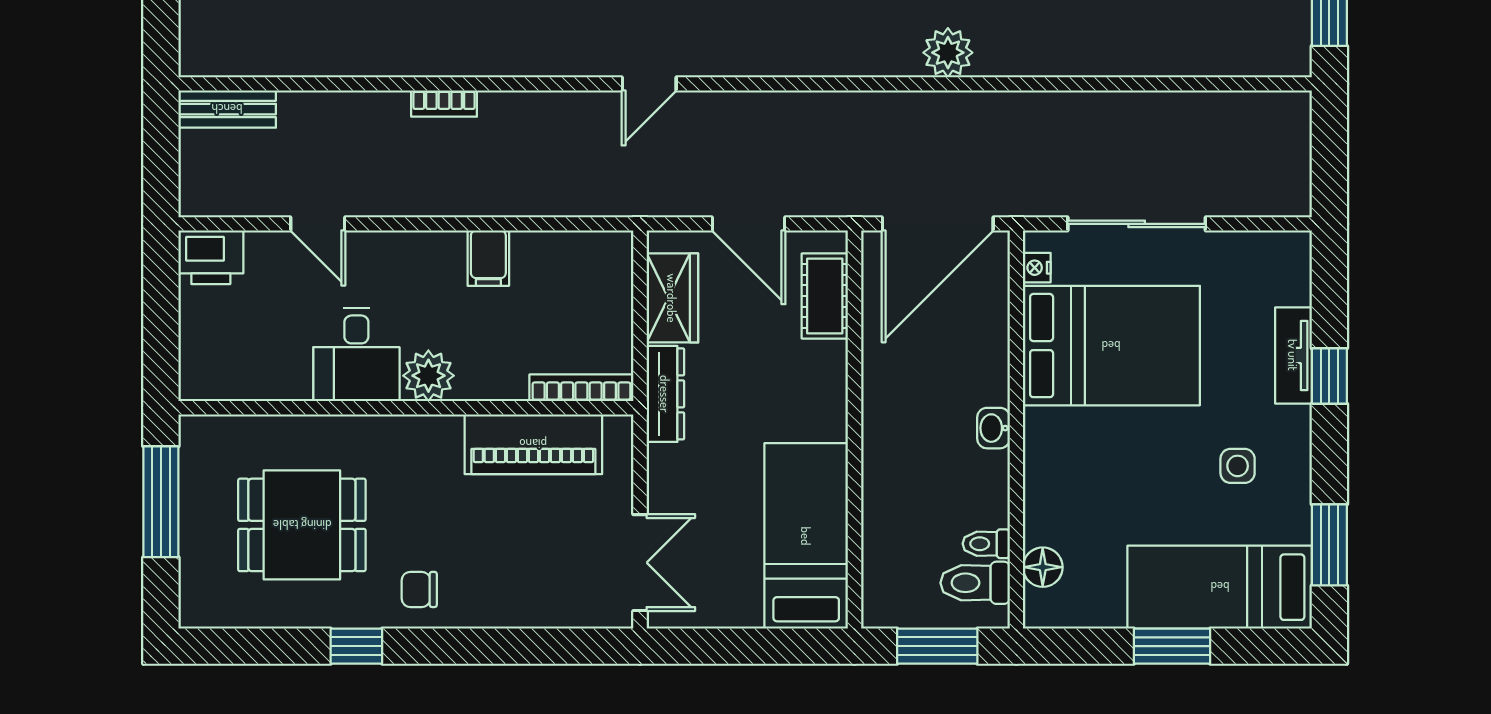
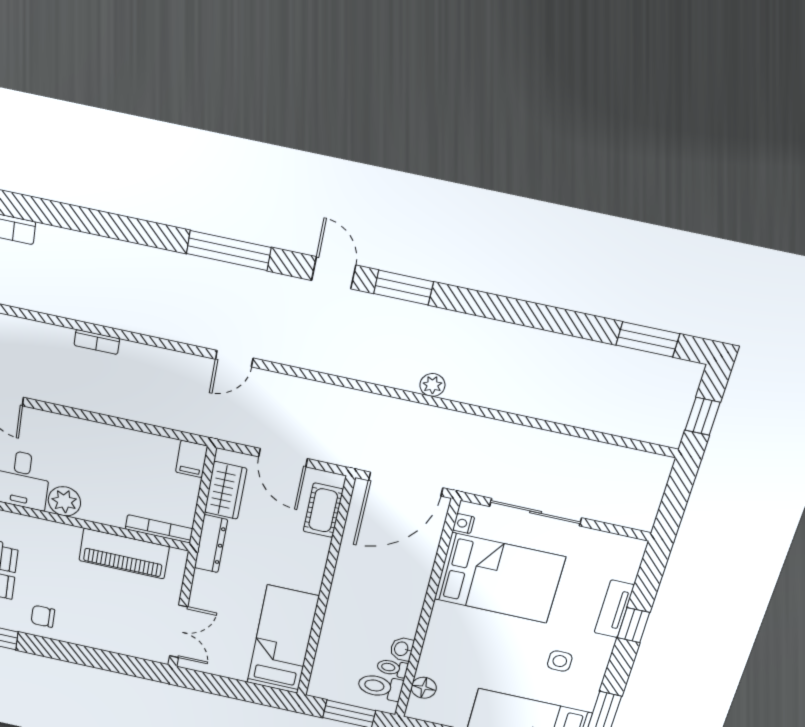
plant: (948, 53) -> (432, 385), width x0.73, depth x0.73
filing cabinet: (488, 258) -> (192, 459), moved
washbasin: (993, 428) -> (402, 649), moved

